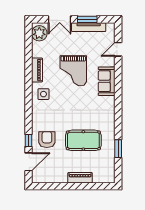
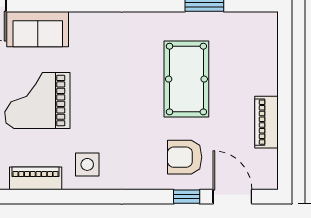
grand piano: (73, 71) -> (37, 101), turned 180
sofa: (107, 81) -> (38, 29), moved
piano: (80, 178) -> (266, 122), moved

